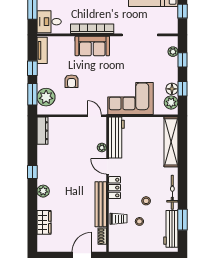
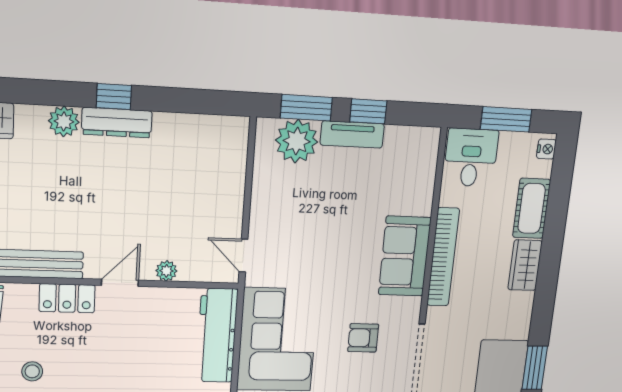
tv unit: (42, 50) -> (352, 134), moved
armchair: (72, 81) -> (363, 338), moved
door: (94, 116) -> (243, 255), swing flipped
dresser: (42, 131) -> (117, 123), moved
workbench: (116, 137) -> (217, 336), moved, turned 90

